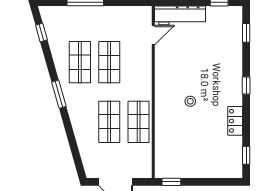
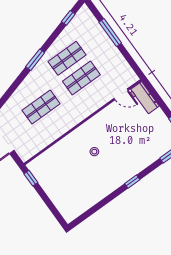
workbench: (180, 15) -> (144, 98), width x0.73
locker: (235, 121) -> (103, 191), removed
shop shelf: (139, 122) -> (55, 127), removed
window: (246, 155) -> (85, 216), removed

